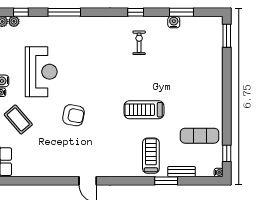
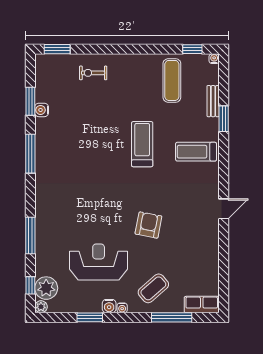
window: (136, 12) -> (30, 154), width x2.17
plant: (14, 21) -> (46, 288), width x1.87, depth x1.87
exercise bike: (139, 43) -> (93, 73), moved
treadmill: (144, 110) -> (142, 144), turned 180
treadmill: (151, 156) -> (196, 152), moved

